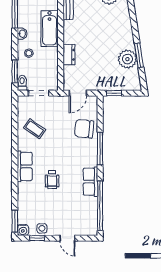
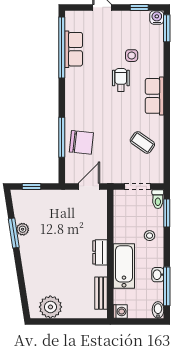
washbasin: (22, 34) -> (158, 275), moved
dresser: (69, 55) -> (100, 252), moved
plant: (127, 59) -> (23, 229), width x0.53, depth x0.53
window: (114, 93) -> (32, 186), moved
window: (100, 148) -> (62, 137), moved
row of seats: (90, 182) -> (74, 49), moved
side table: (42, 228) -> (132, 56), moved

